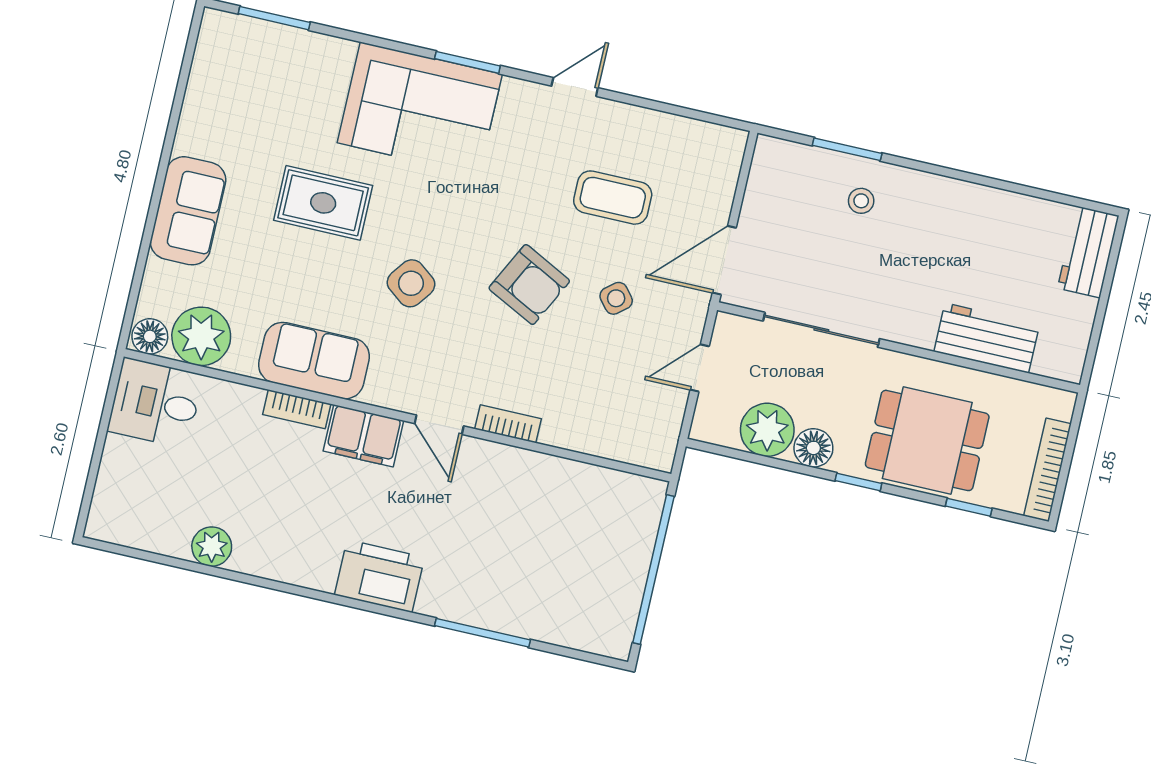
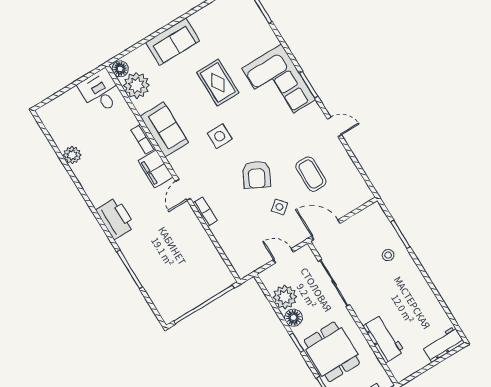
side table: (411, 283) -> (220, 136), turned -37

